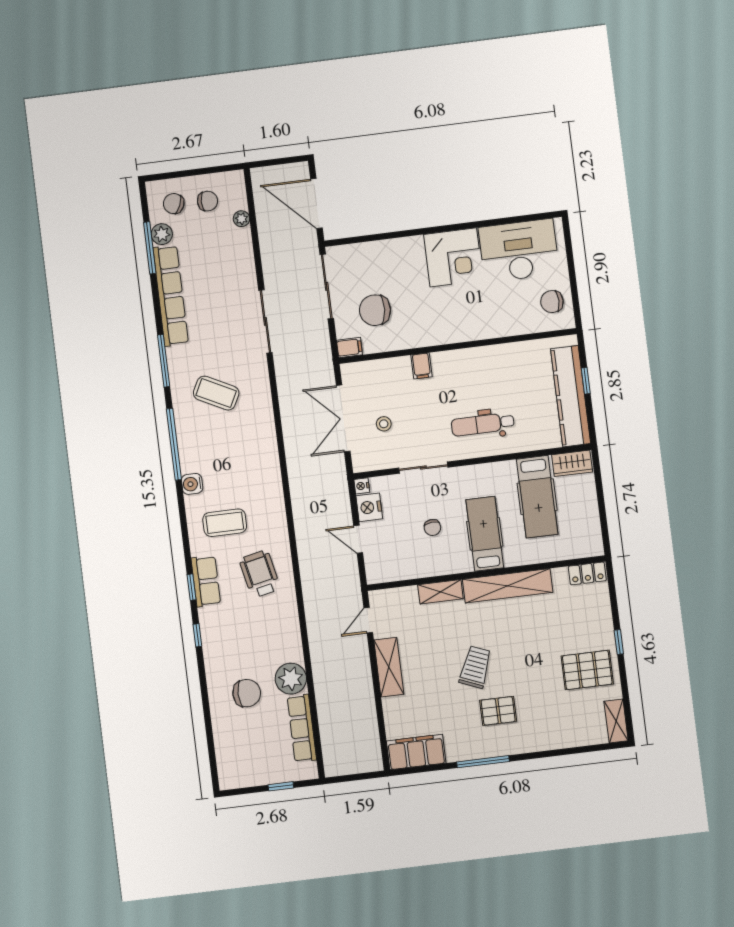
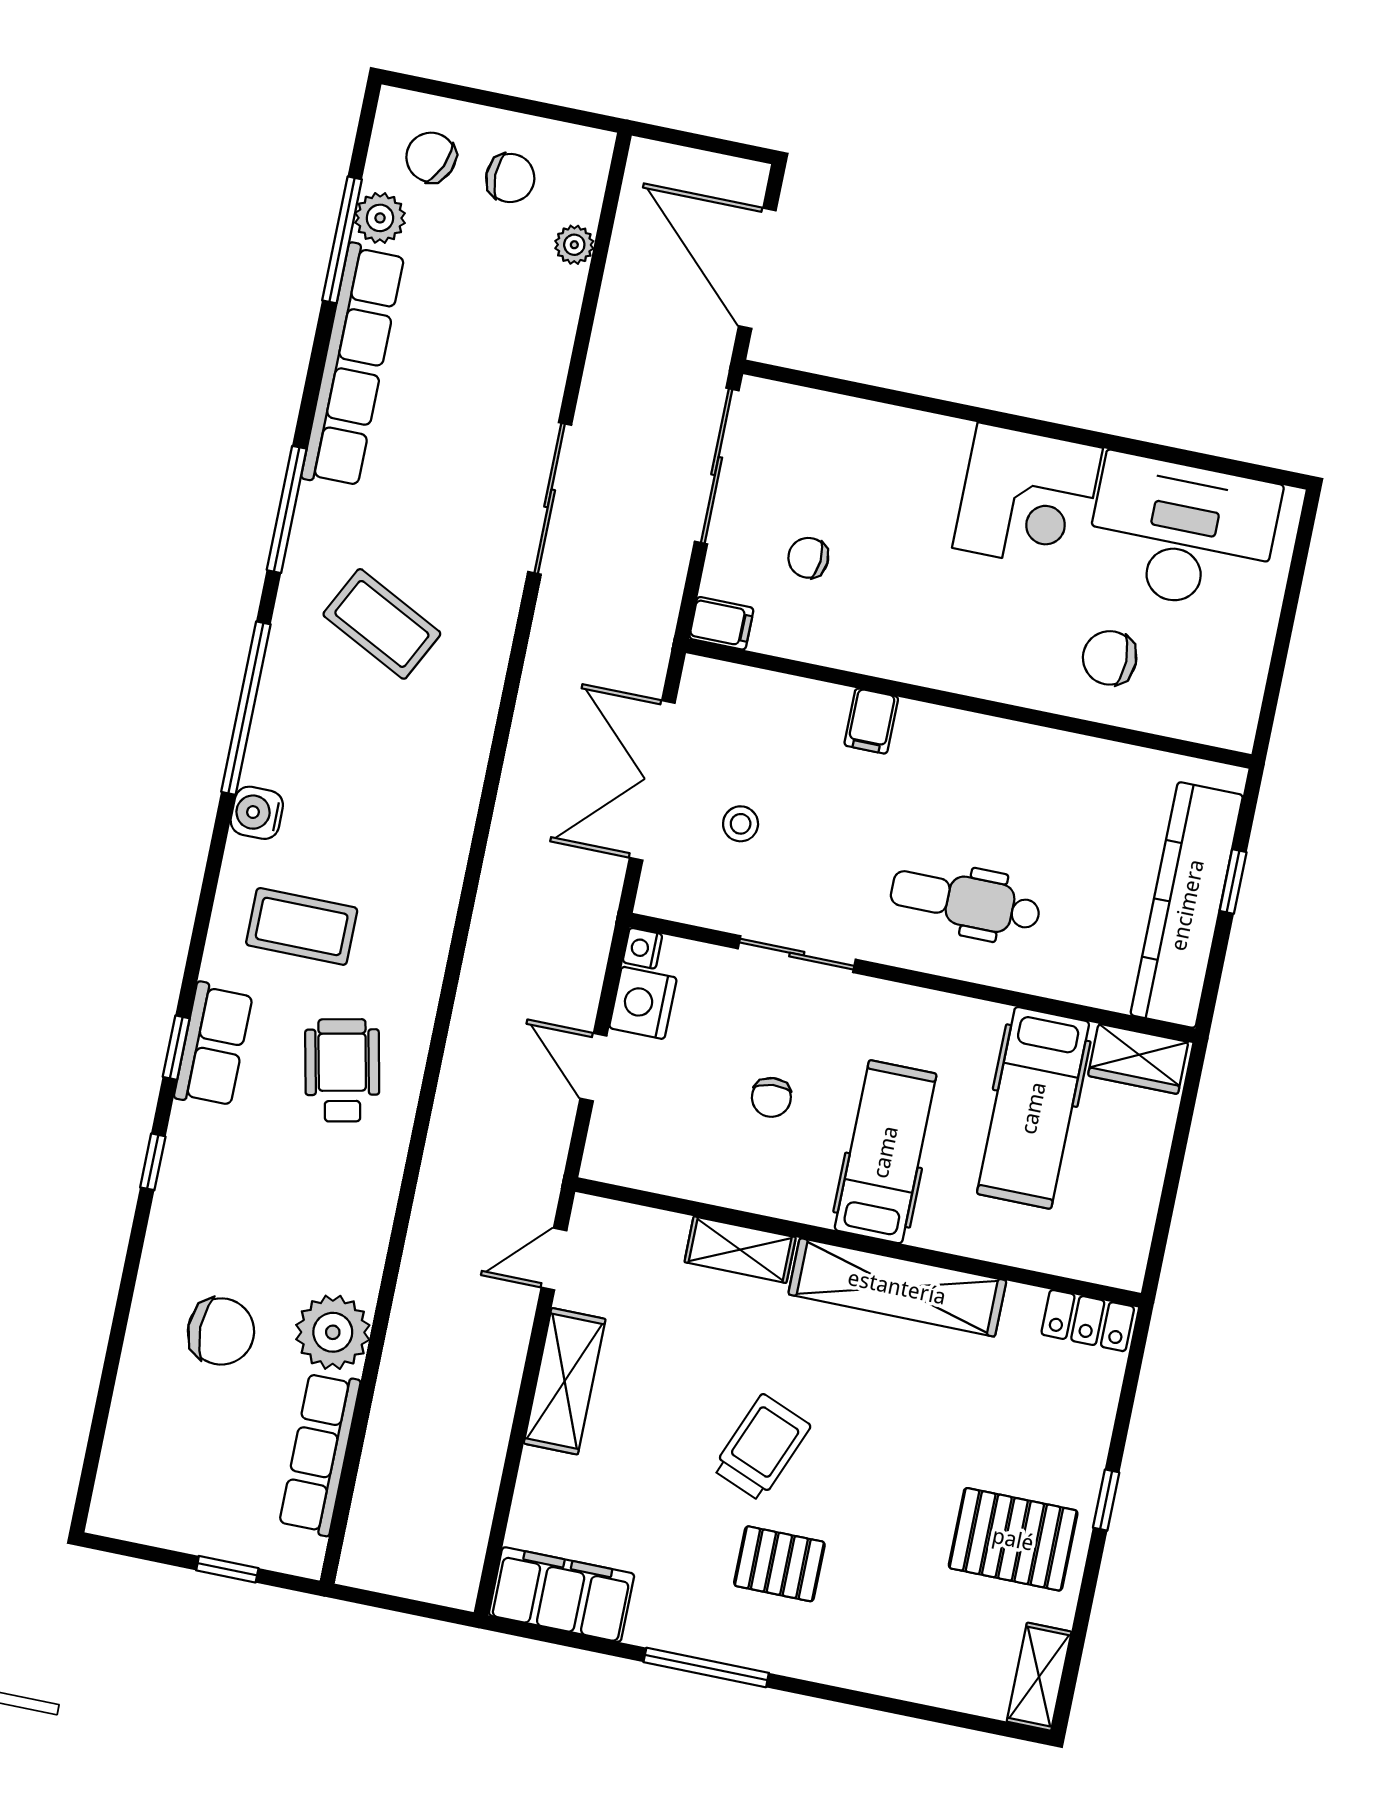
chair: (552, 302) -> (1110, 658), moved
chair: (375, 310) -> (808, 558), width x0.54, depth x0.54

